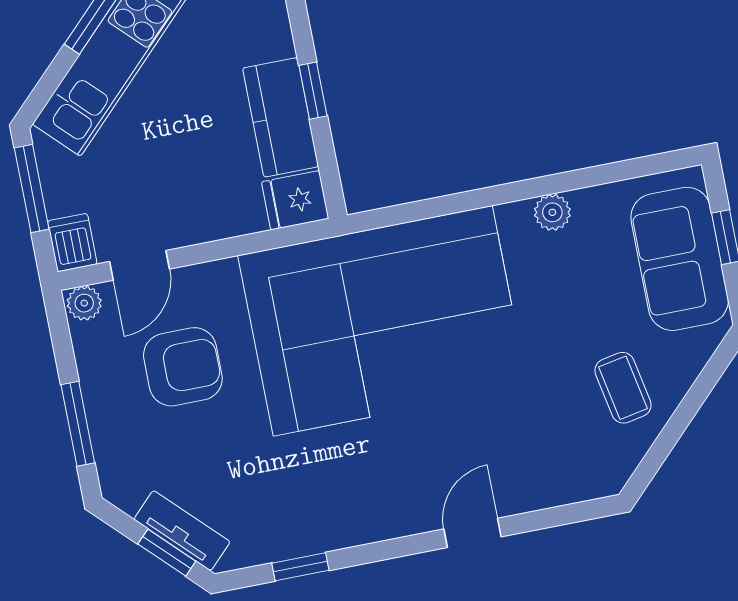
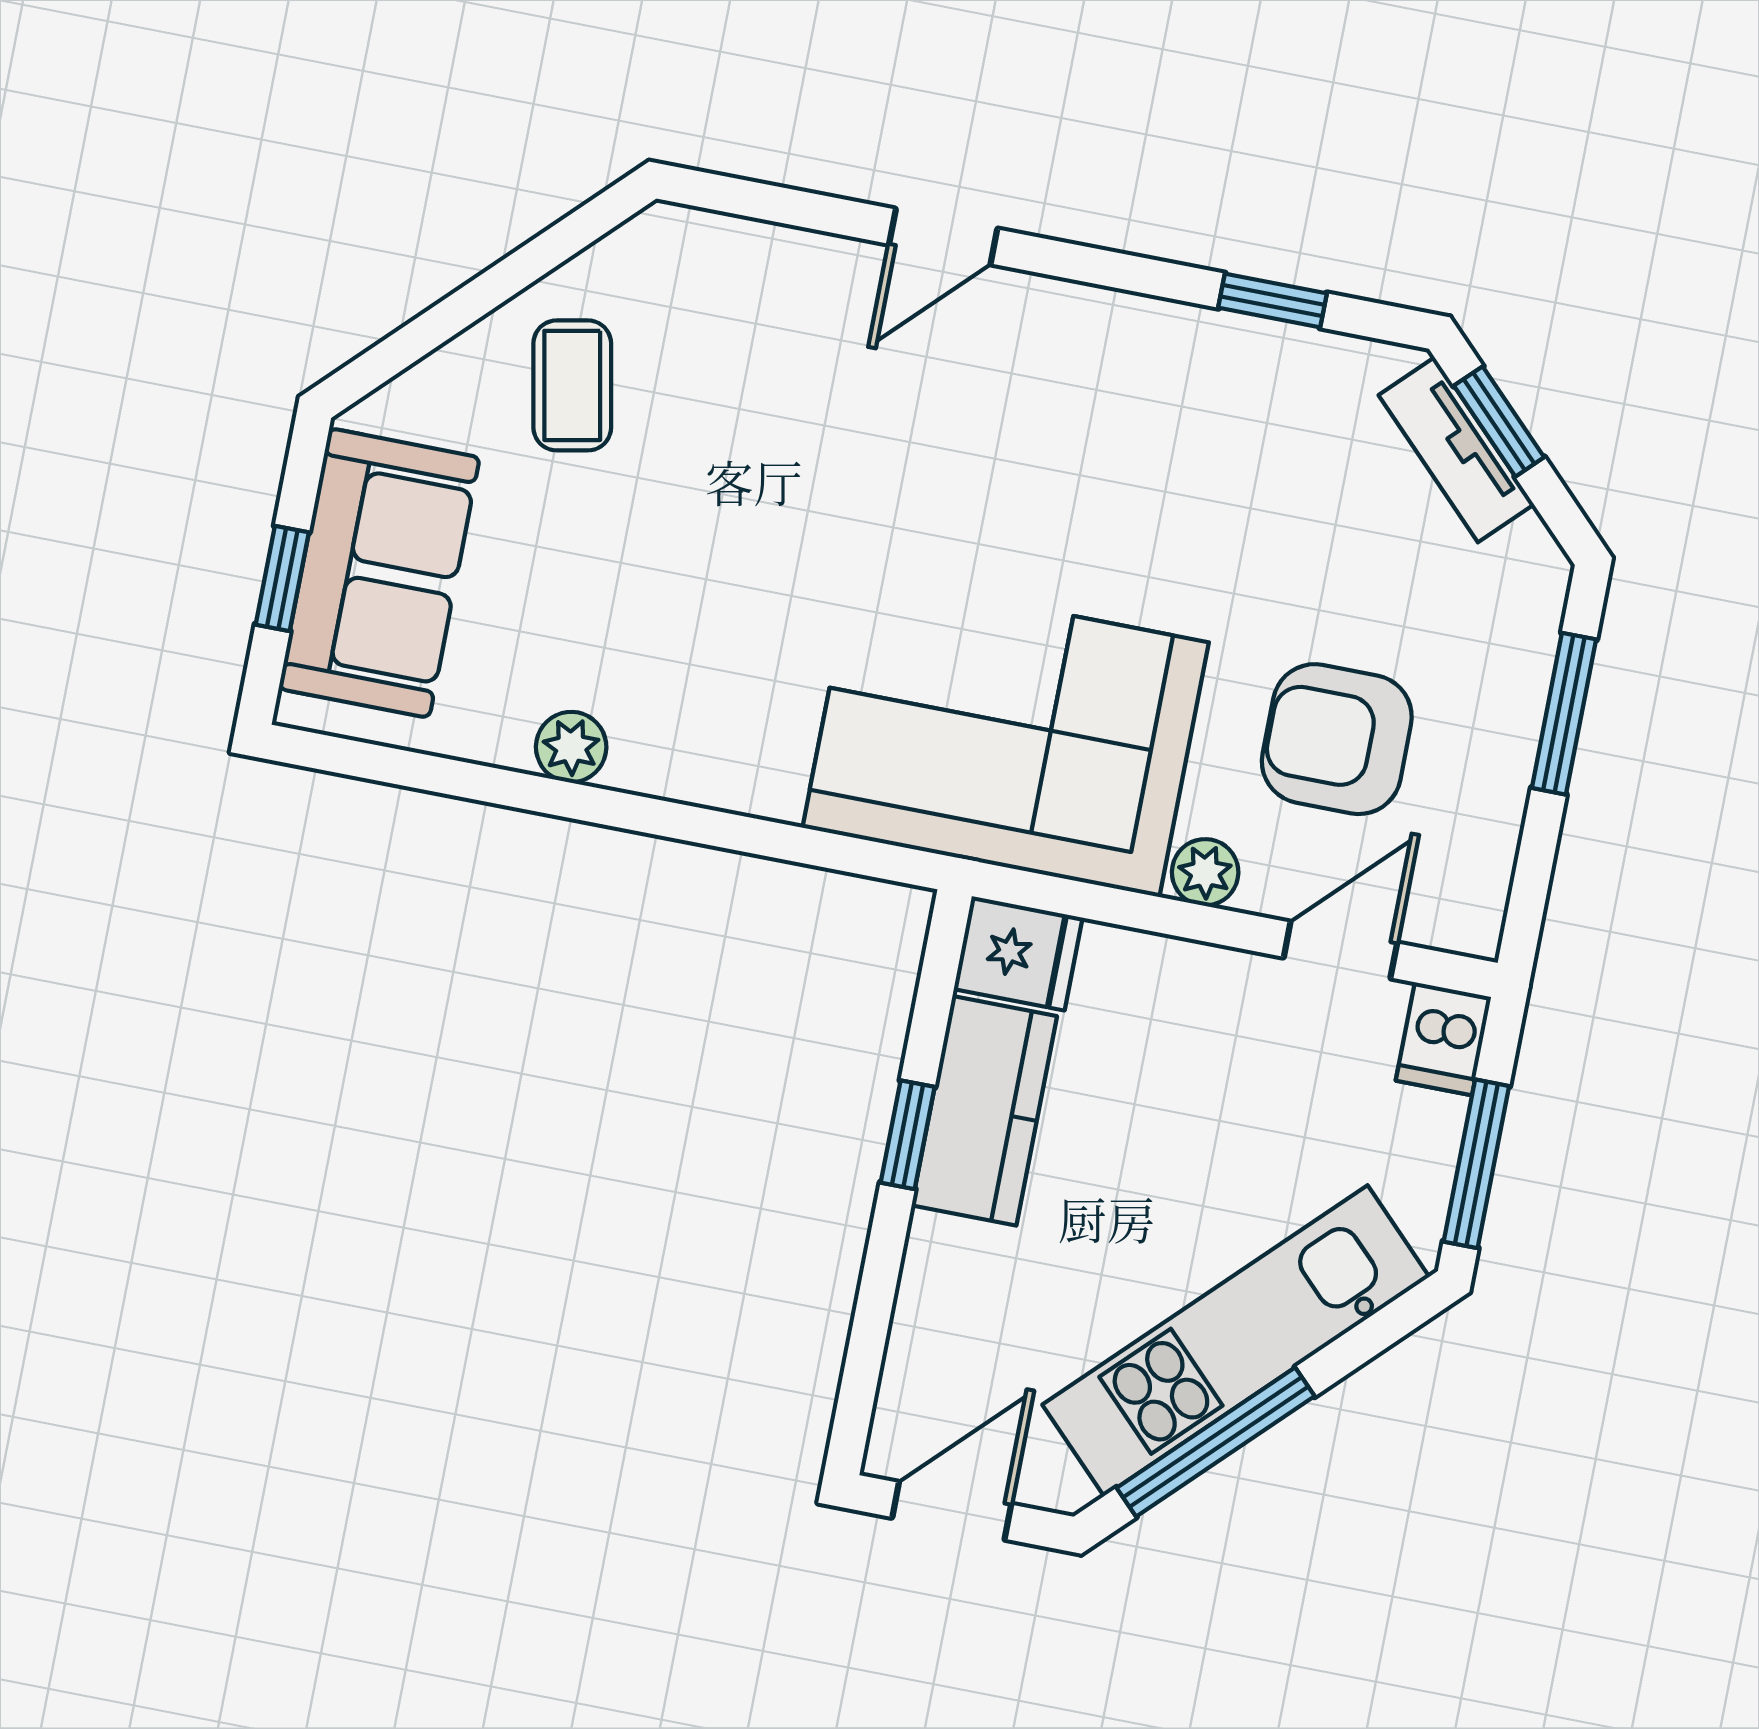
plant: (84, 303) -> (1205, 872), moved
corner sofa: (383, 321) -> (1006, 735), width x0.73, depth x0.74

